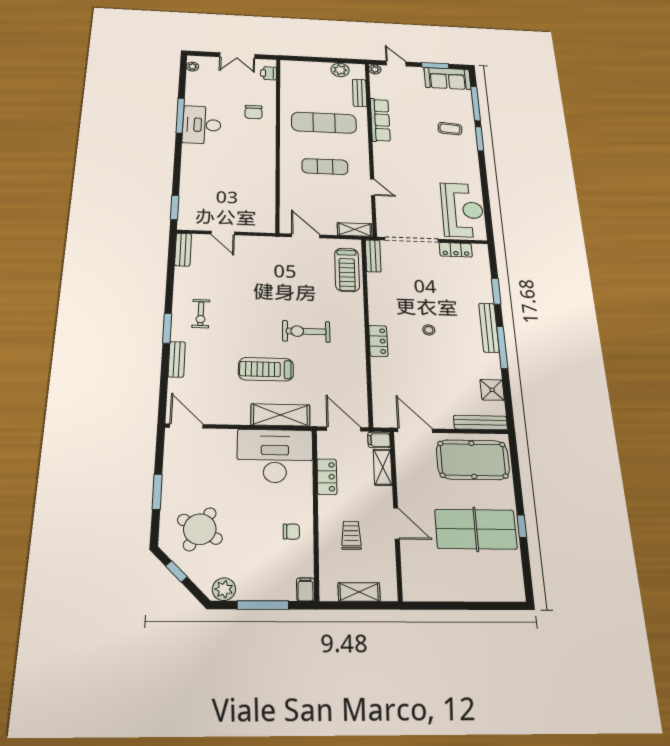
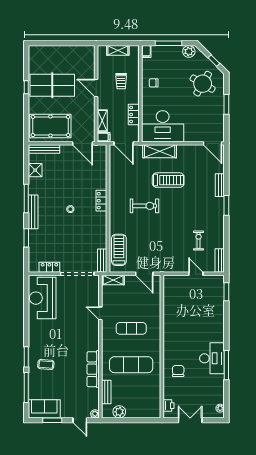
exercise bike: (201, 314) -> (199, 240), moved

